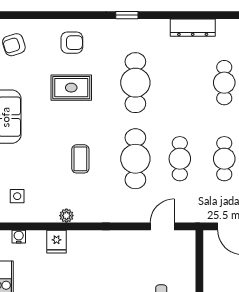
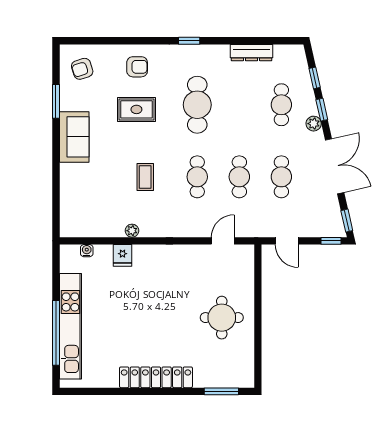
cafe table: (135, 159) -> (197, 177), width x0.73, depth x0.74
side table: (17, 196) -> (85, 212), removed

